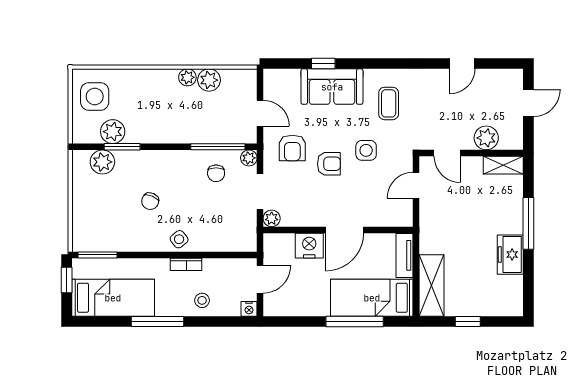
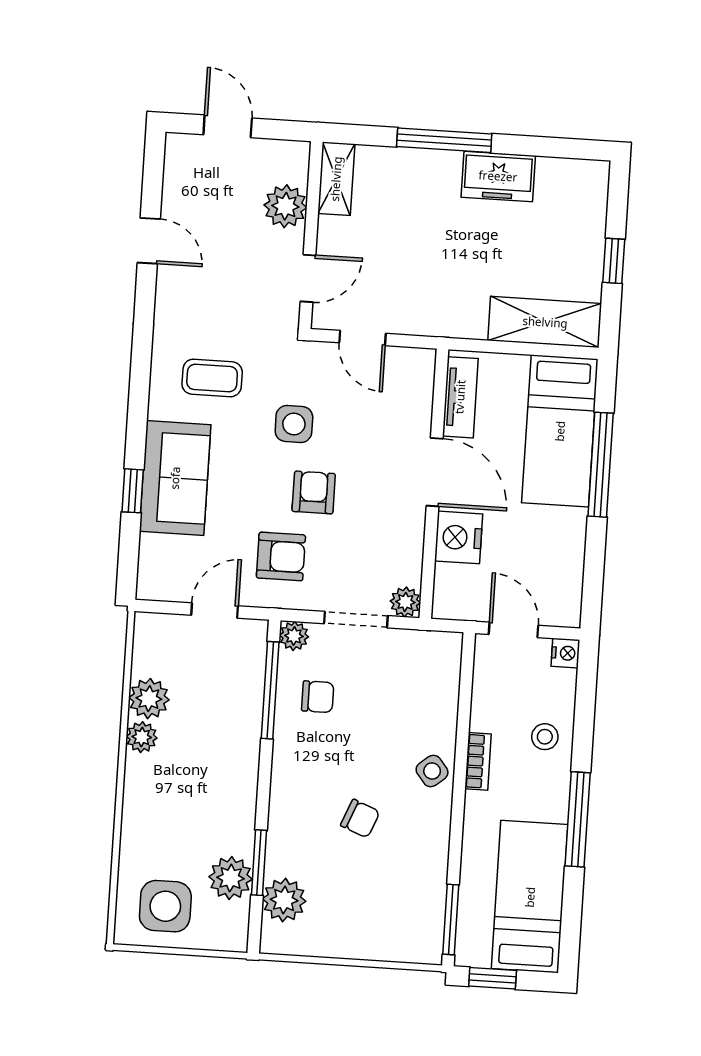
tv unit: (404, 255) -> (460, 397), moved, turned -90

